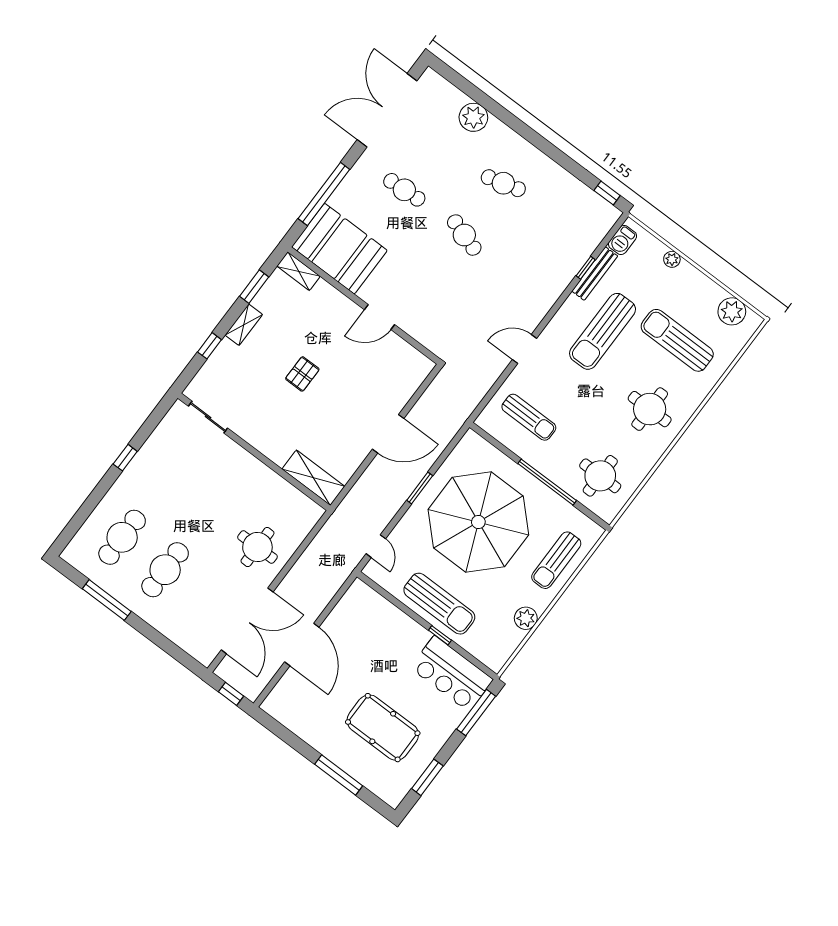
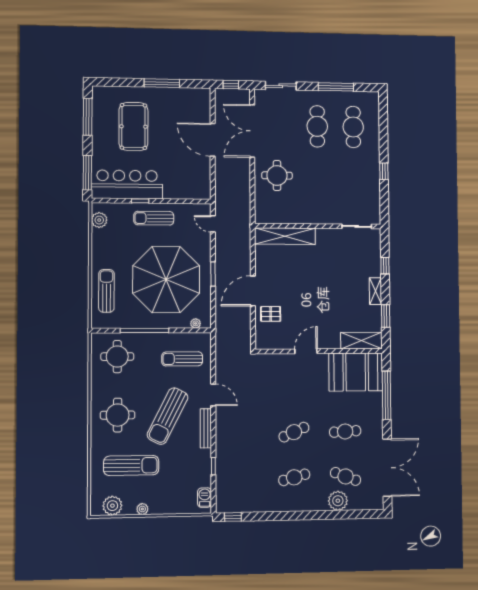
cafe table: (443, 138) -> (346, 476), added
cafe table: (464, 235) -> (294, 432), turned -42
plant: (672, 259) -> (142, 509), moved
shelving: (299, 271) -> (361, 341), width x1.50, depth x1.33
bench: (595, 274) -> (206, 428), moved
sun lounger: (603, 331) -> (168, 416), moved, turned -153
door: (524, 349) -> (213, 395), hinge flipped
pallet: (302, 374) -> (271, 314), moved, turned 90
plant: (483, 446) -> (196, 323), added
shelving: (313, 478) -> (285, 236), width x1.47
sun lounger: (439, 604) -> (154, 218), width x0.73, depth x0.75
plant: (526, 618) -> (99, 220), moved
sliding door: (172, 650) -> (281, 86), added
bar counter: (452, 674) -> (127, 184), width x1.36
pool table: (383, 728) -> (133, 127), turned 90
window: (339, 775) -> (162, 83), moved
window: (427, 777) -> (88, 117), width x1.44

